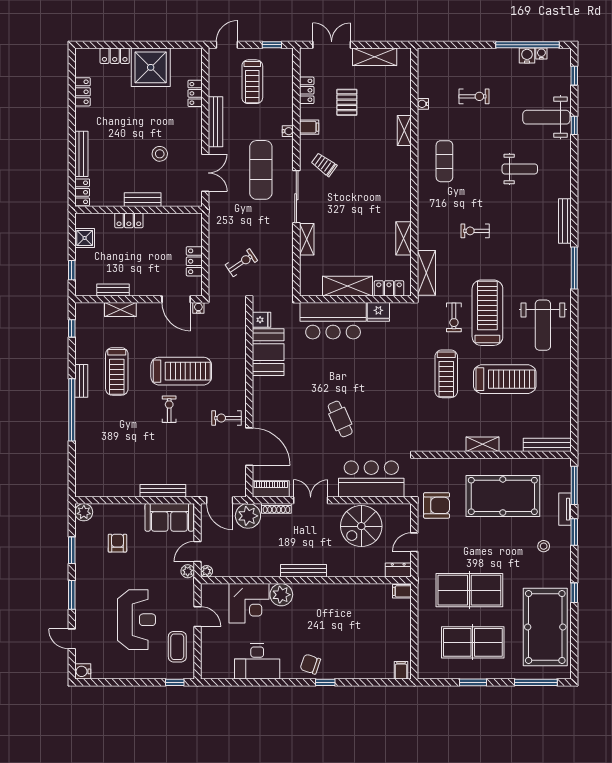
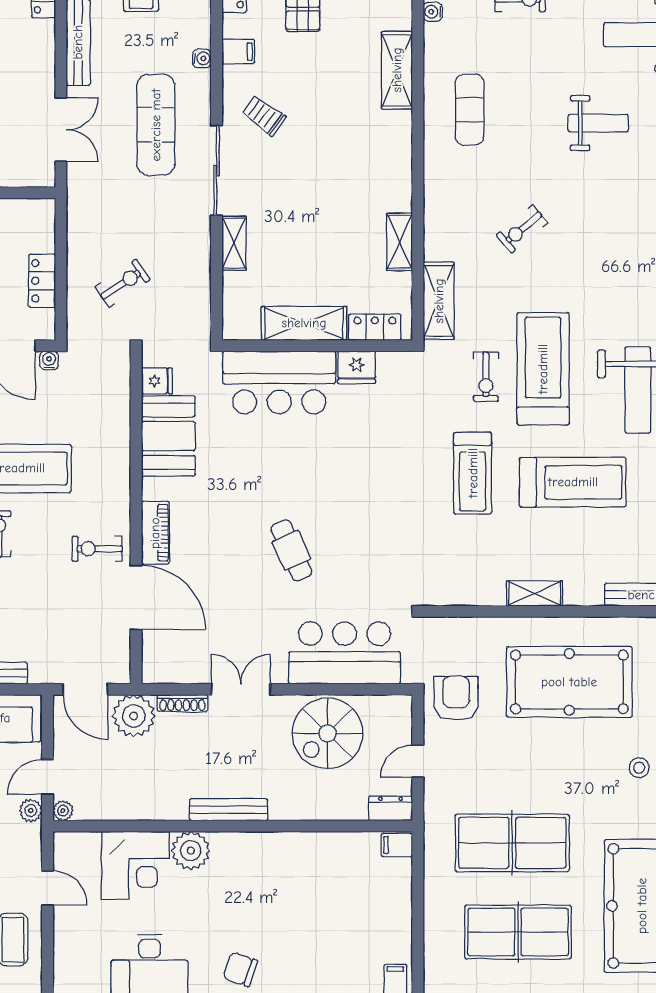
shelving: (404, 131) -> (397, 70), width x1.50, depth x1.33
exercise bike: (475, 231) -> (522, 229), turned -40
piano: (271, 489) -> (155, 533), moved, turned 90
armchair: (437, 505) -> (456, 698), turned -90

